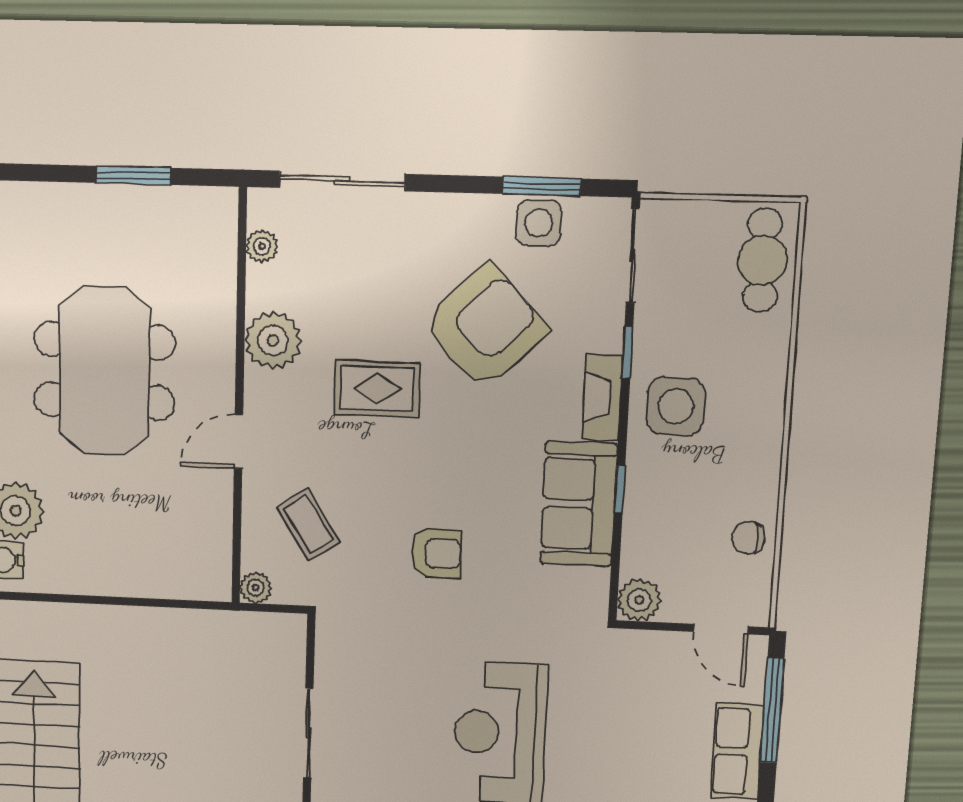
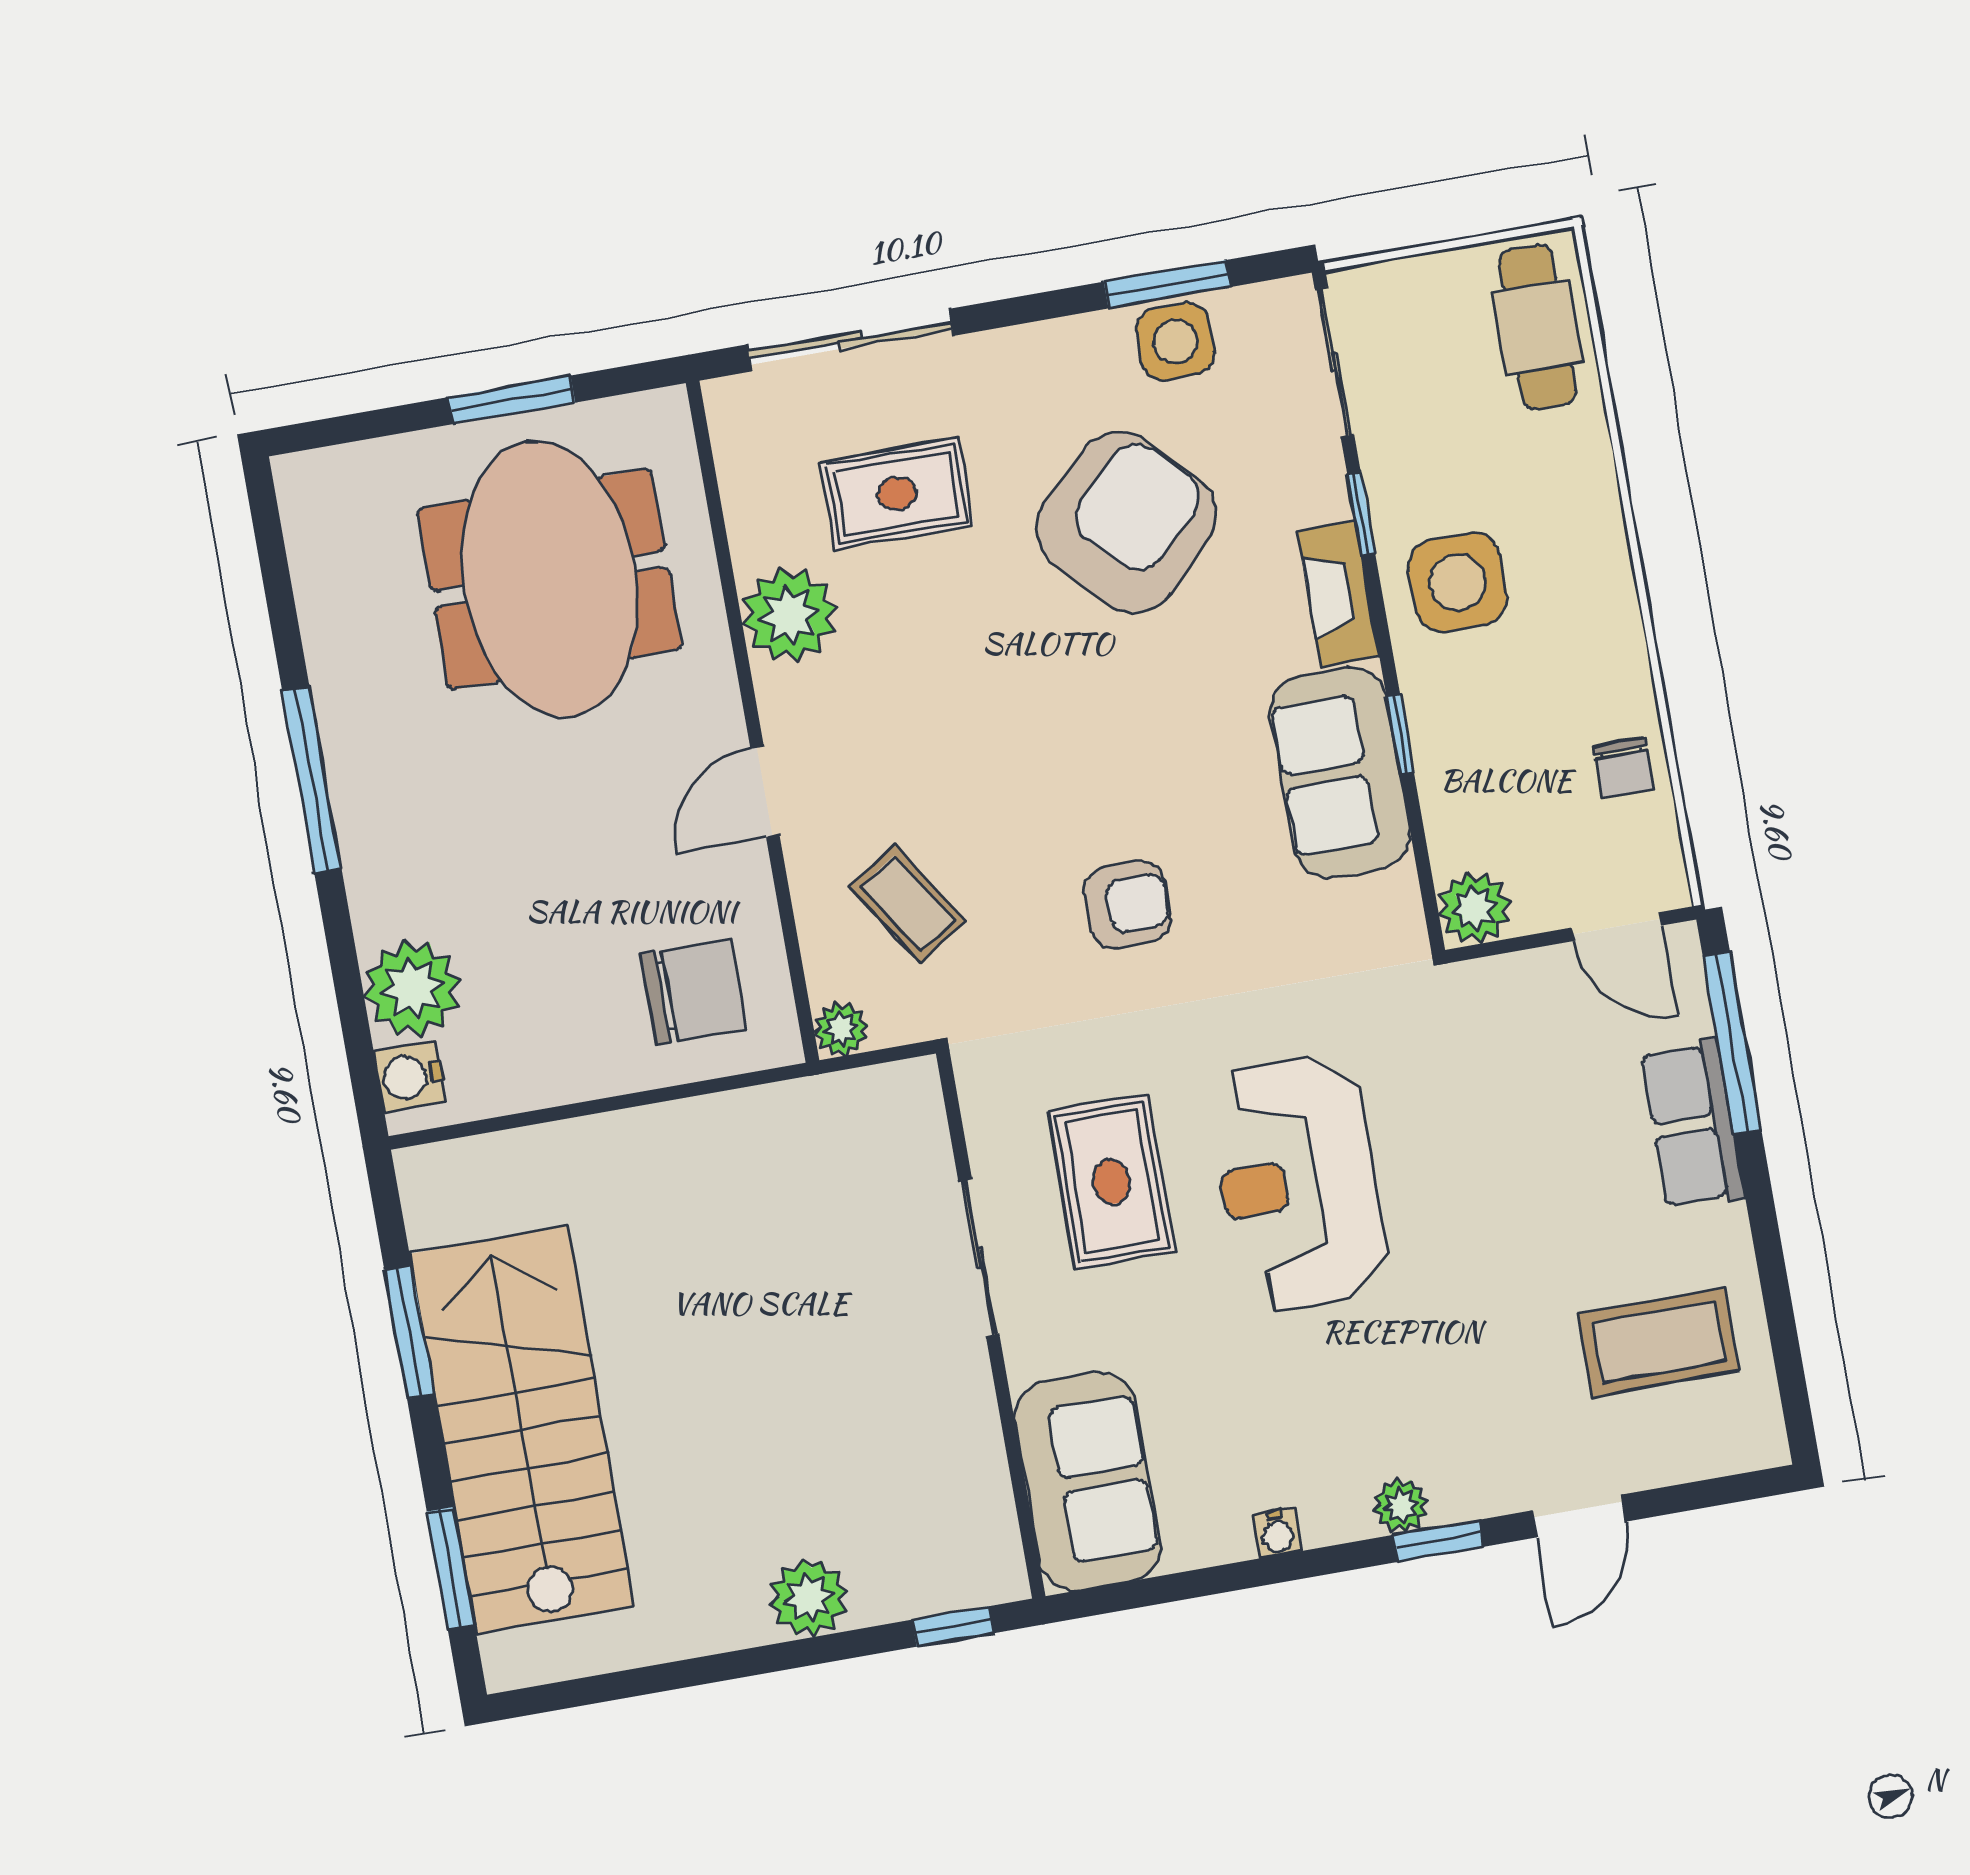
plant: (262, 246) -> (742, 469), removed
meeting table: (104, 371) -> (550, 579), moved
rug: (377, 389) -> (897, 493), moved
chair: (748, 538) -> (1623, 768), turned -90
chair: (175, 548) -> (694, 991), added
rug: (393, 708) -> (1112, 1181), added

